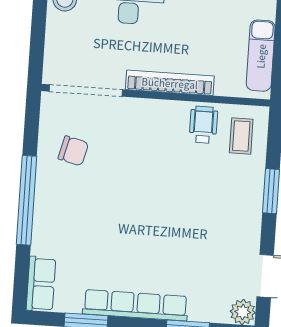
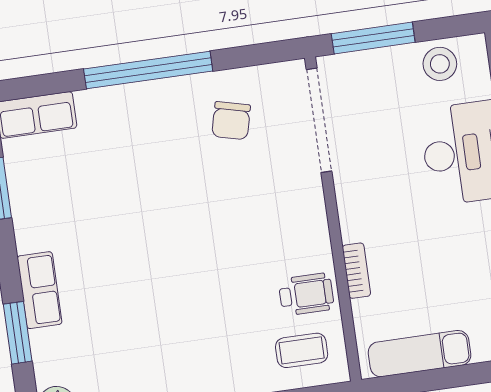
window: (37, 41) -> (373, 38), added
bookcase: (170, 83) -> (356, 271), width x0.43, depth x0.76
row of seats: (135, 305) -> (40, 290), width x0.50

